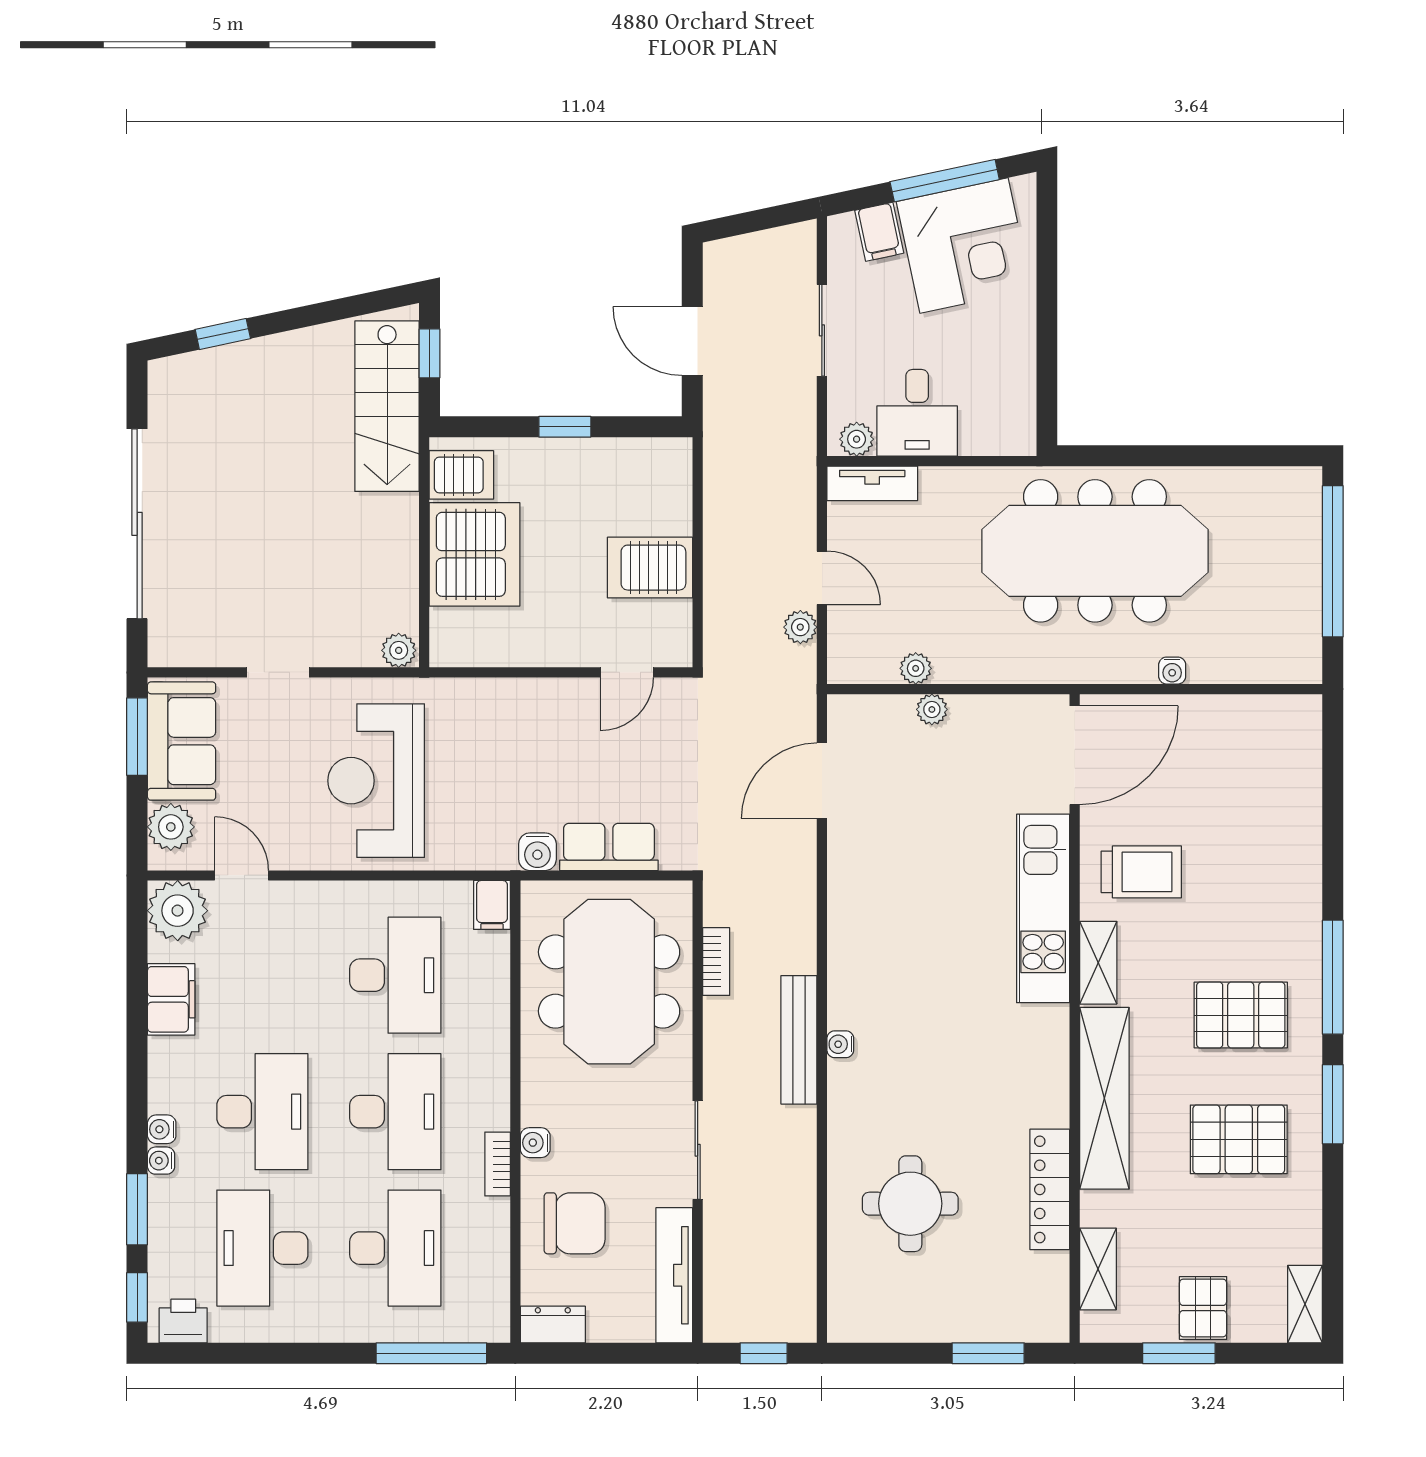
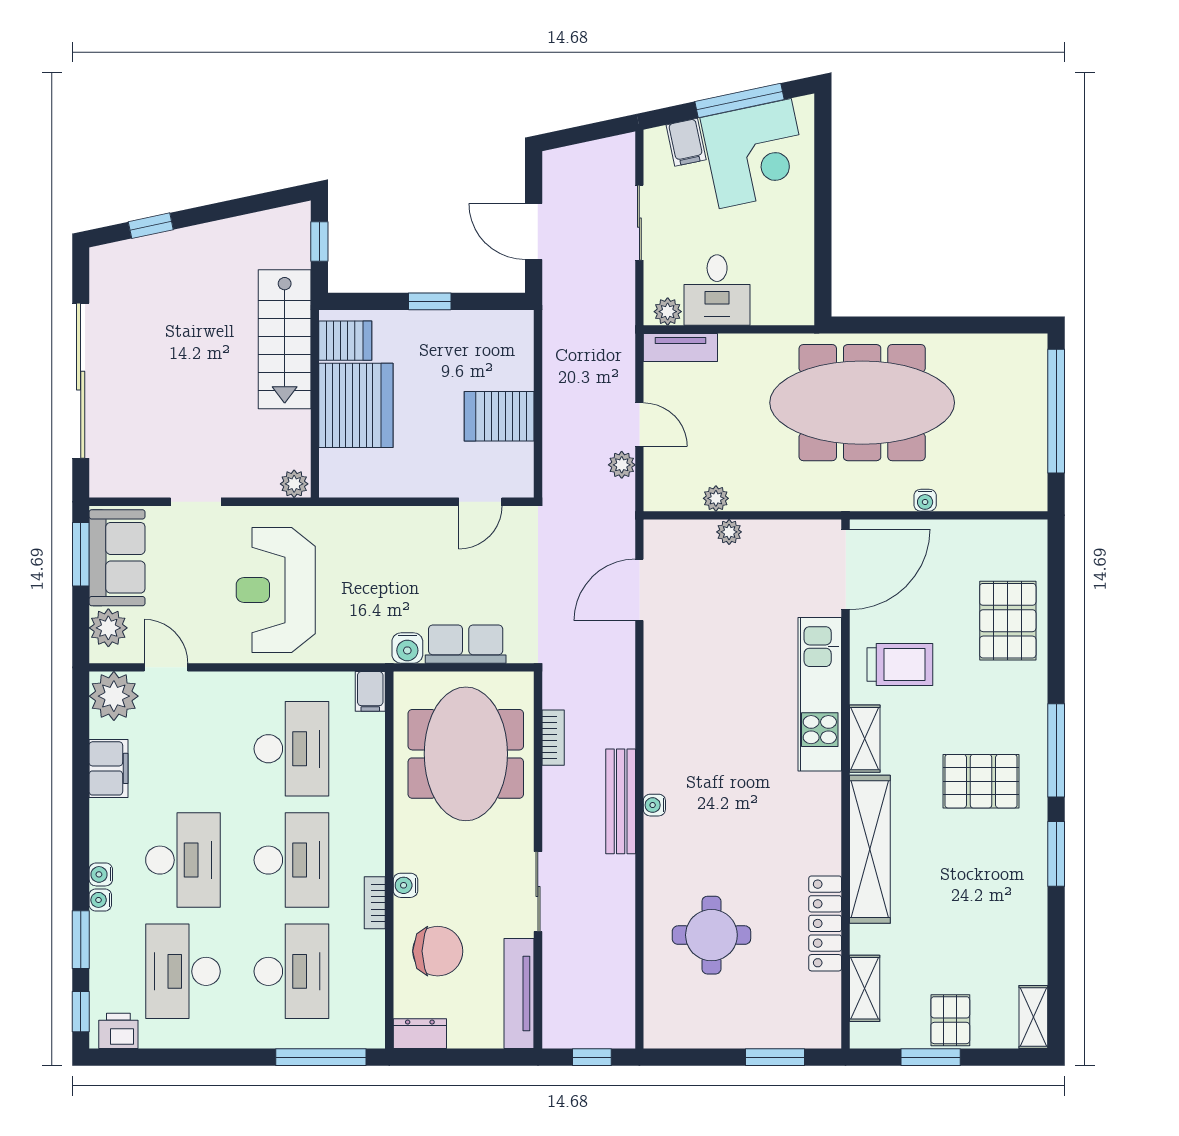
stairs: (387, 406) -> (285, 339), moved
pallet: (1239, 1139) -> (1008, 621), moved, turned 90

